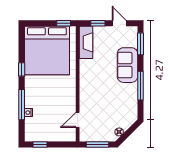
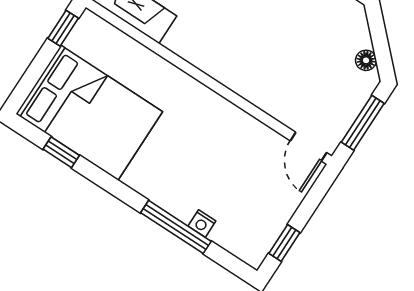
bed: (47, 51) -> (89, 113), width x0.73
window: (22, 69) -> (61, 152), moved
door: (78, 120) -> (308, 147), moved

